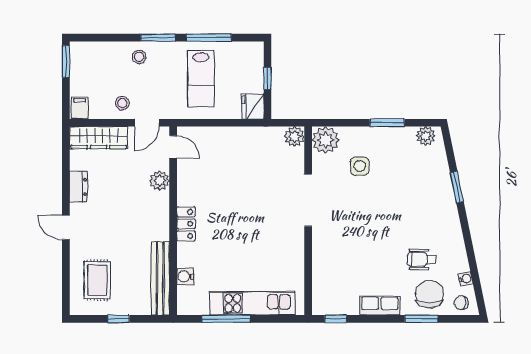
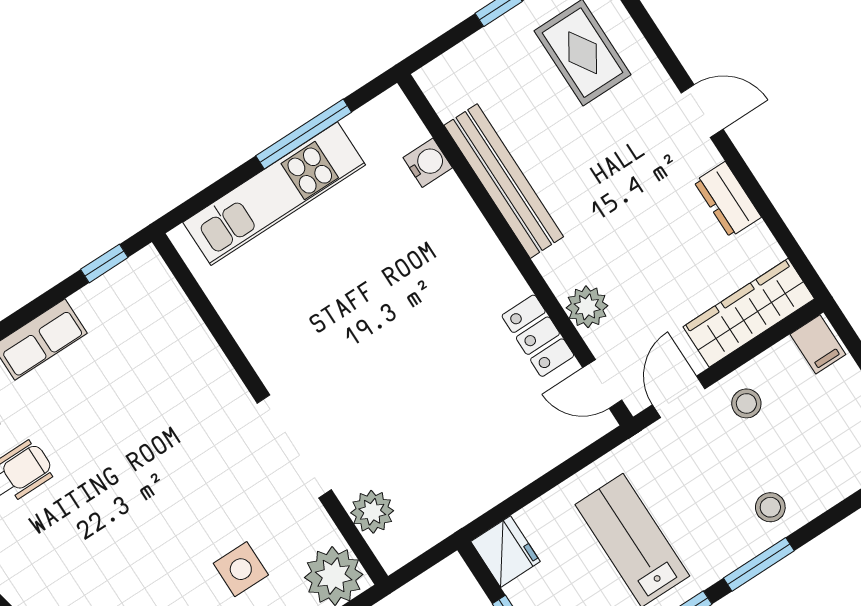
plant: (294, 136) -> (372, 512), moved
locker: (186, 224) -> (538, 336), moved
bench: (160, 278) -> (504, 181), moved

